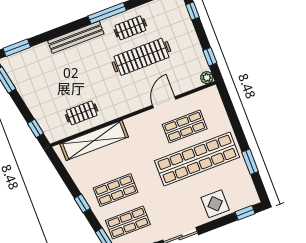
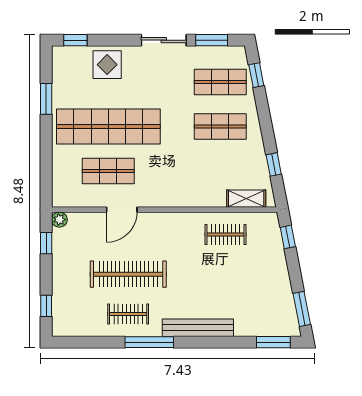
shelving: (94, 140) -> (246, 199), width x0.45, depth x0.75
window: (82, 203) -> (274, 164), moved

